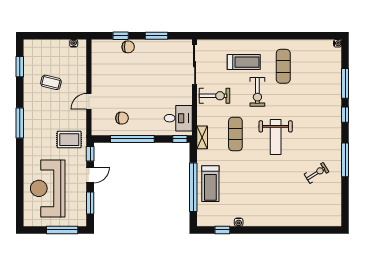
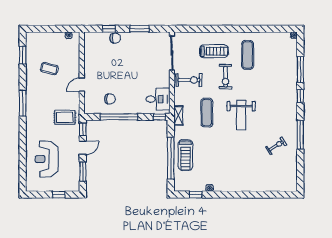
reception desk: (48, 188) -> (47, 159), width x0.74, depth x0.77
window: (62, 230) -> (59, 195), width x0.46

